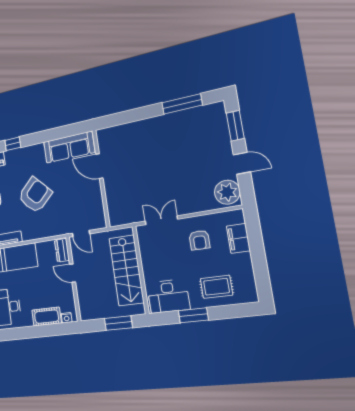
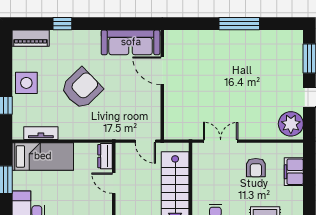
window: (182, 104) -> (239, 24), moved
door: (81, 234) -> (145, 141), moved

